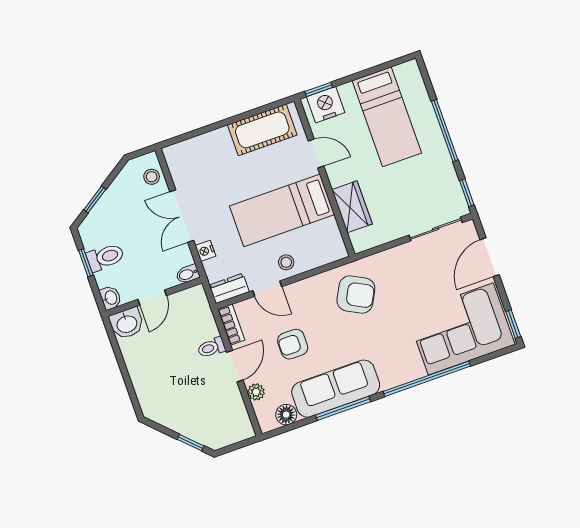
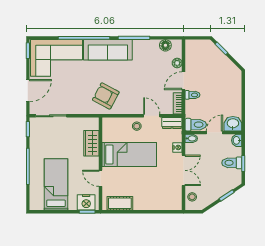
cot: (262, 130) -> (120, 203), width x0.73, depth x0.75
toilet: (188, 300) -> (196, 125), added
armchair: (293, 344) -> (149, 82), removed
sofa: (336, 389) -> (108, 50), moved

